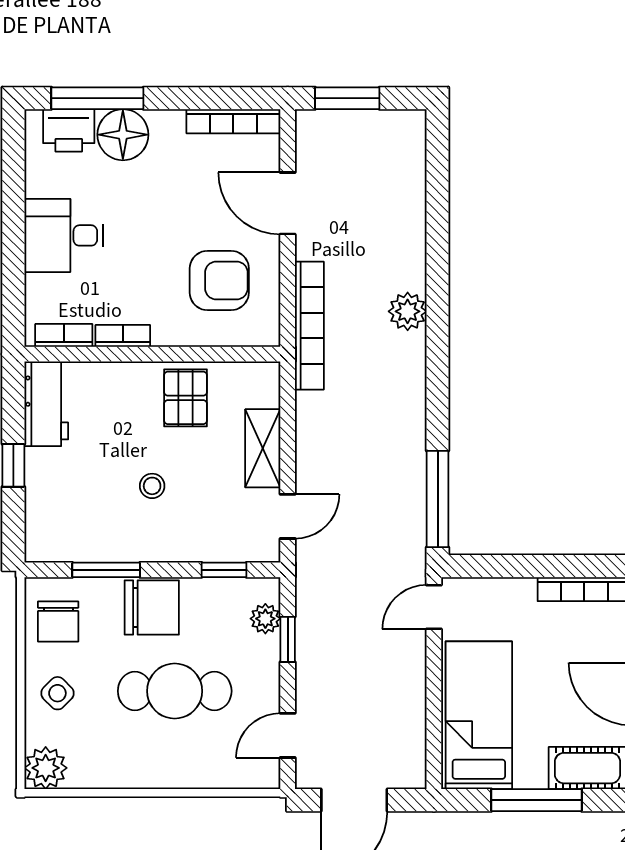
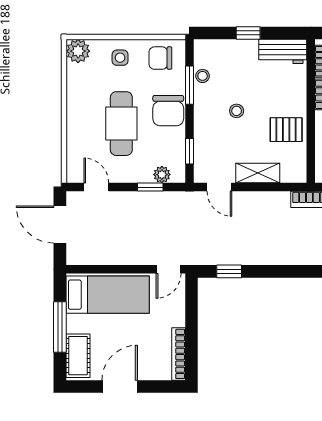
window: (438, 499) -> (229, 271), width x0.46
stool: (90, 547) -> (203, 76), added
door: (434, 607) -> (168, 269), swing flipped
side table: (57, 693) -> (120, 58), turned 45

